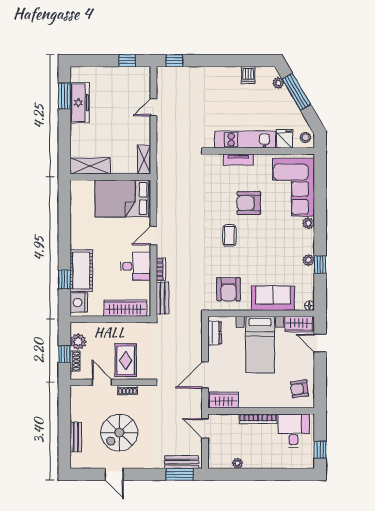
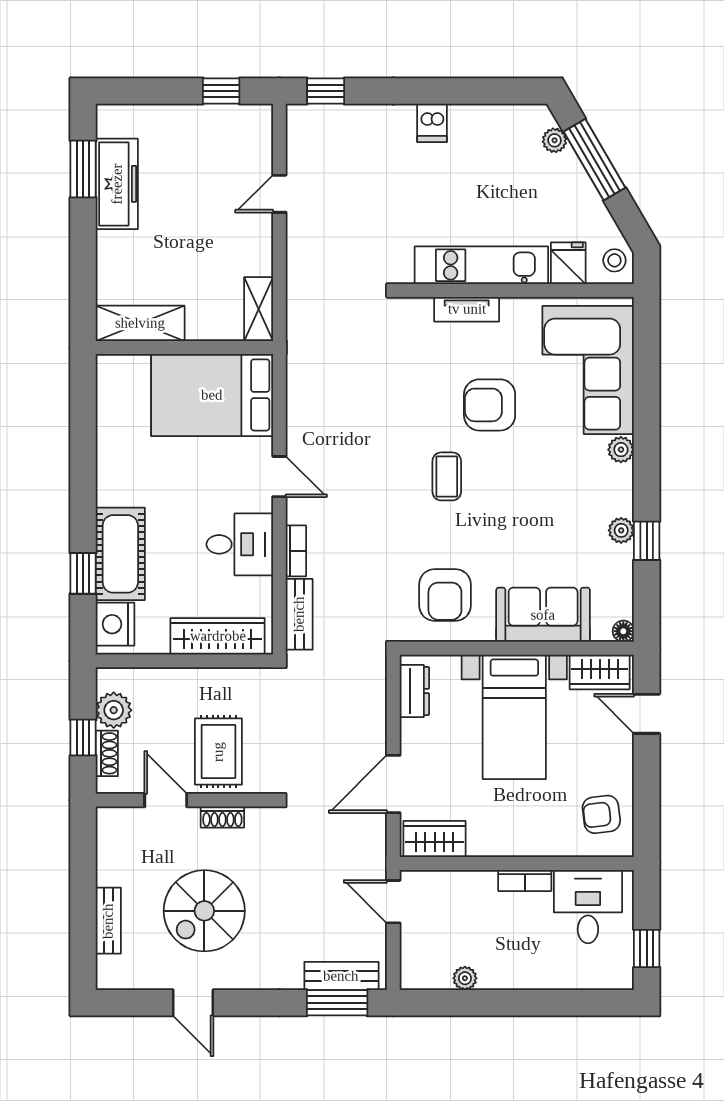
dishwasher: (248, 75) -> (432, 123), moved
door: (153, 236) -> (279, 477), swing flipped
bookcase: (258, 419) -> (525, 880), width x0.64

